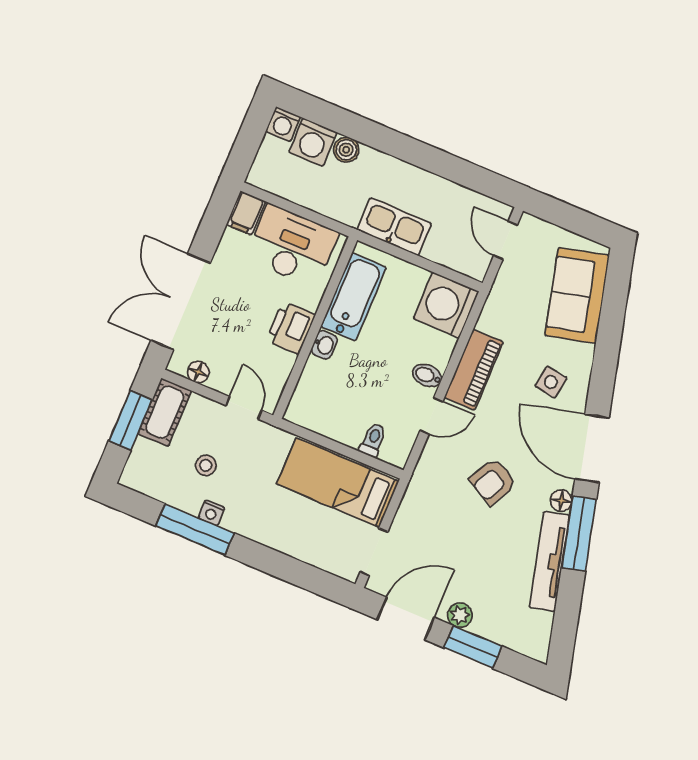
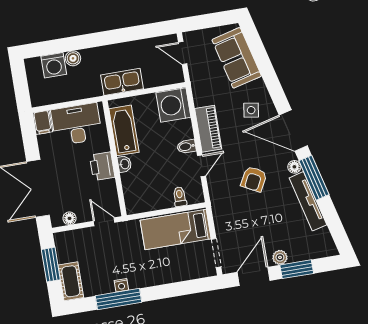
washing machine: (283, 124) -> (33, 66), removed
cot: (165, 412) -> (71, 281), moved
stool: (206, 465) -> (103, 263), removed

